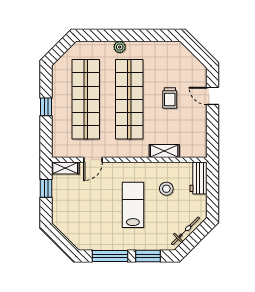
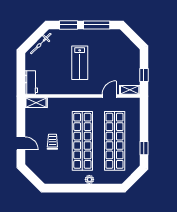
window: (46, 107) -> (144, 148), moved
shelving: (164, 151) -> (36, 103), moved
stool: (166, 189) -> (55, 75), removed

